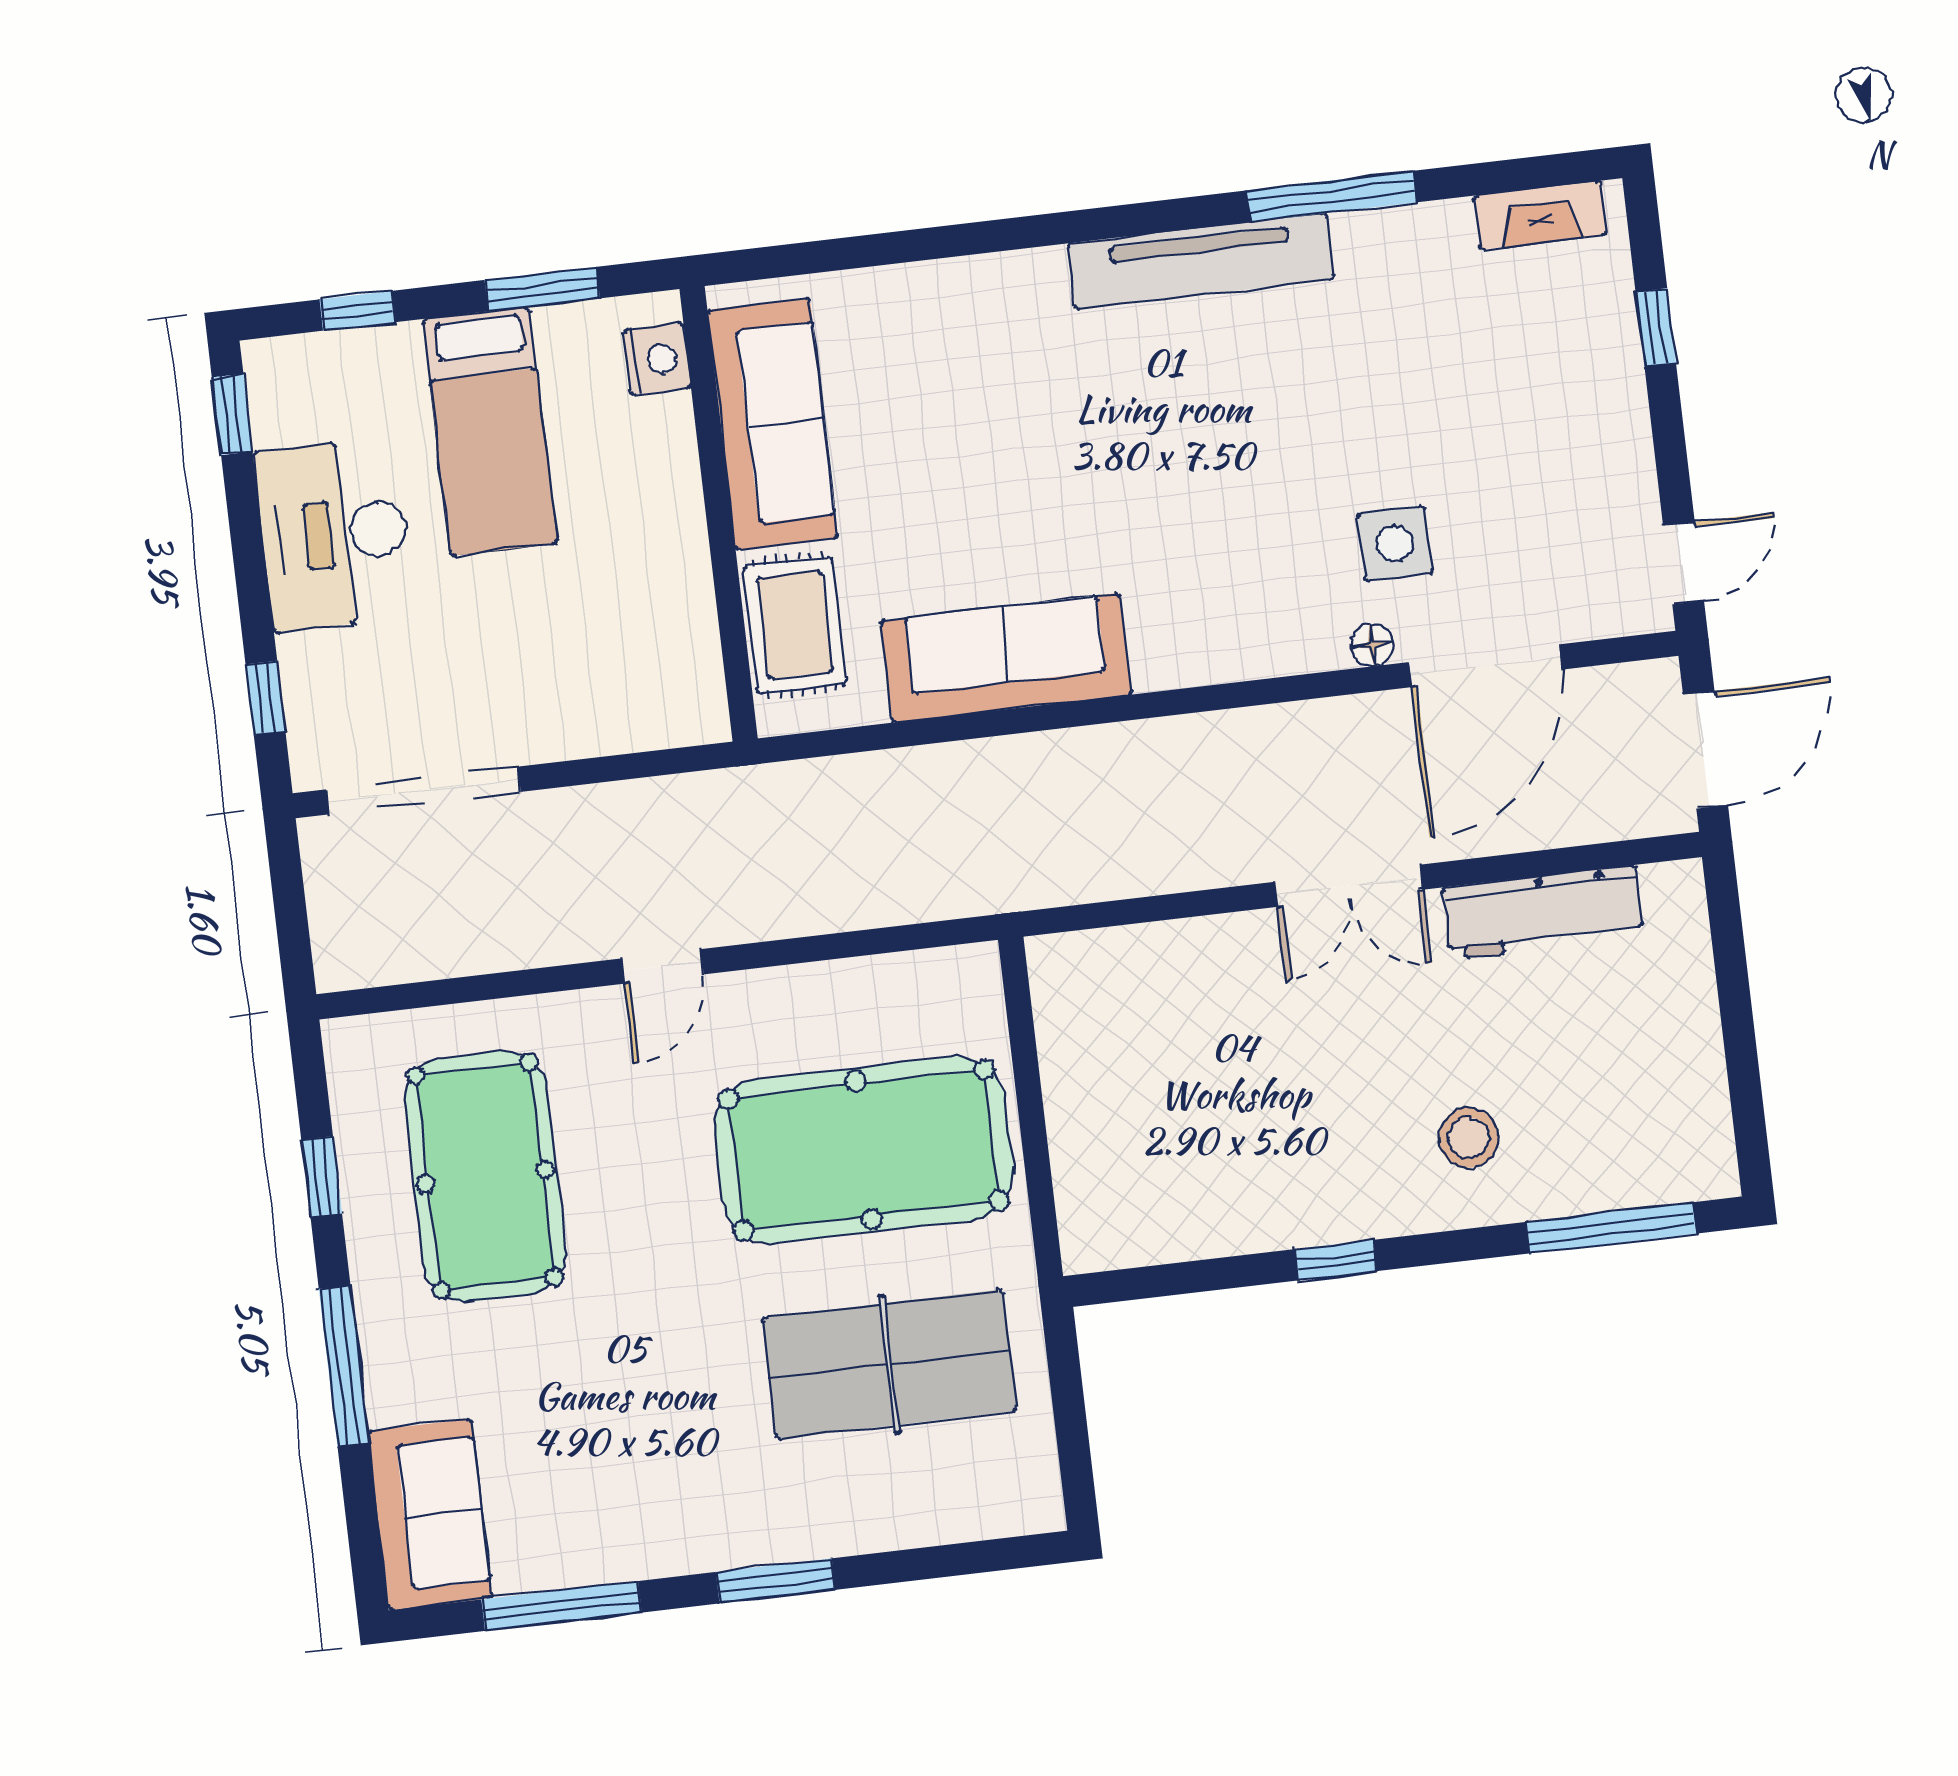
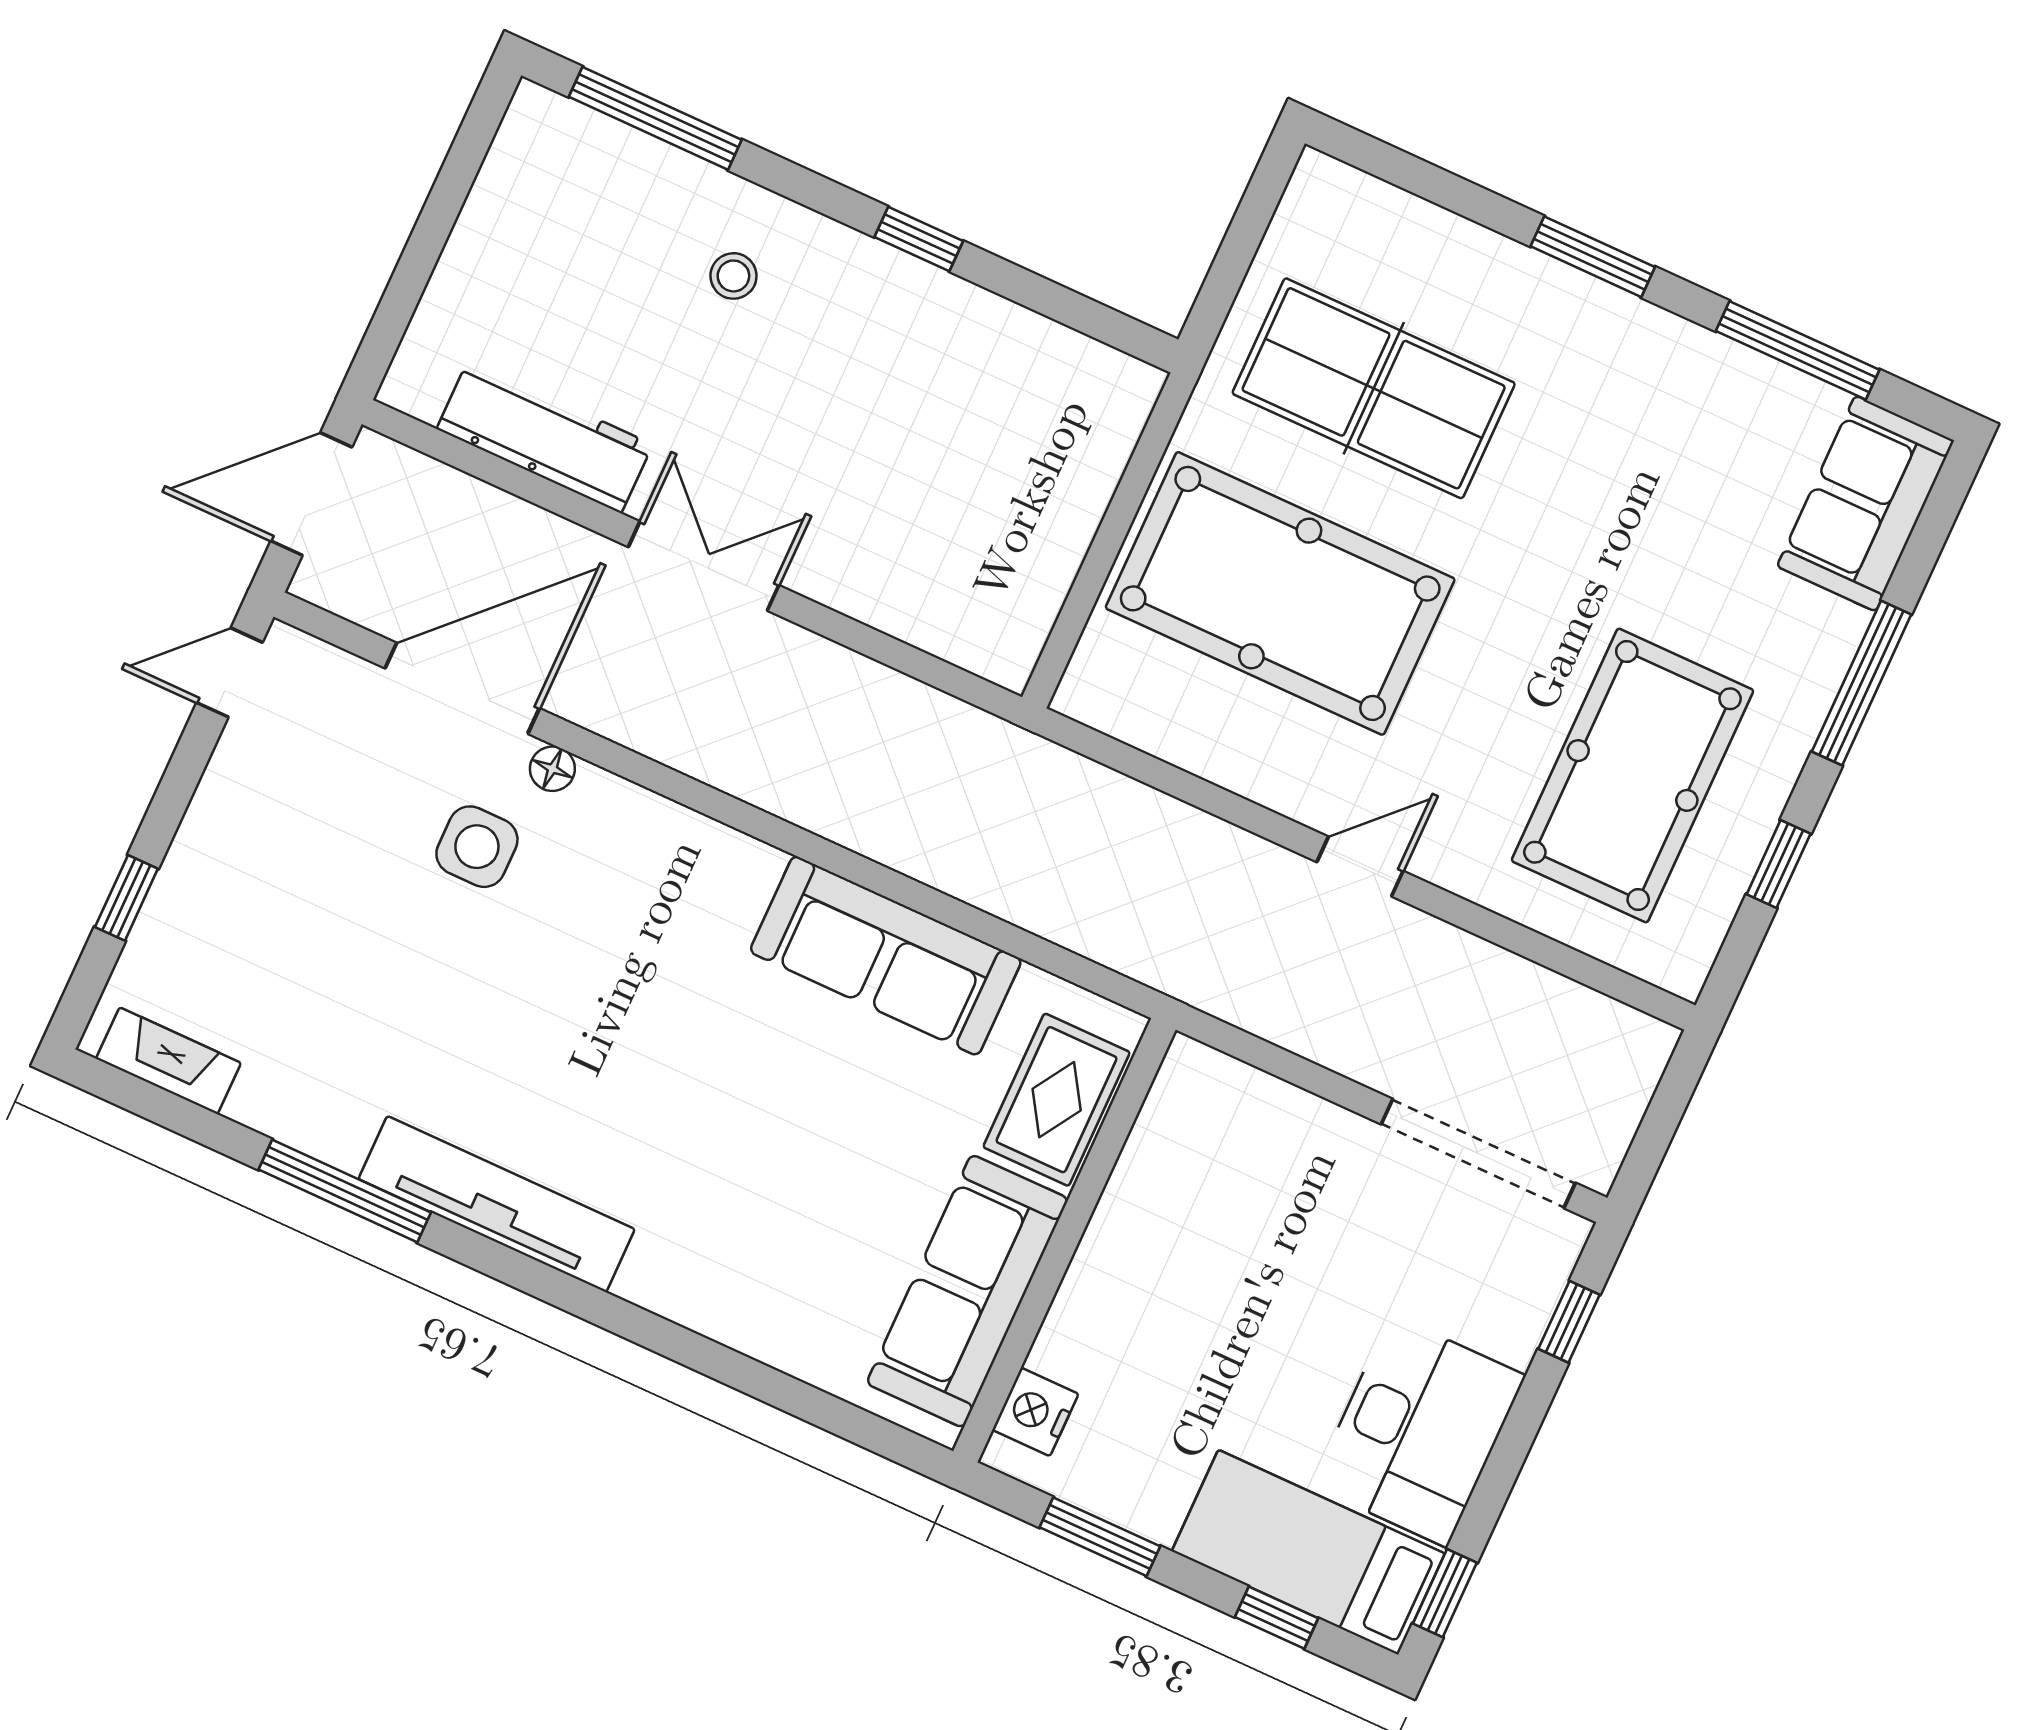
bed: (490, 431) -> (1308, 1552), moved, turned -90
stool: (1469, 1138) -> (733, 276), width x0.73, depth x0.73

